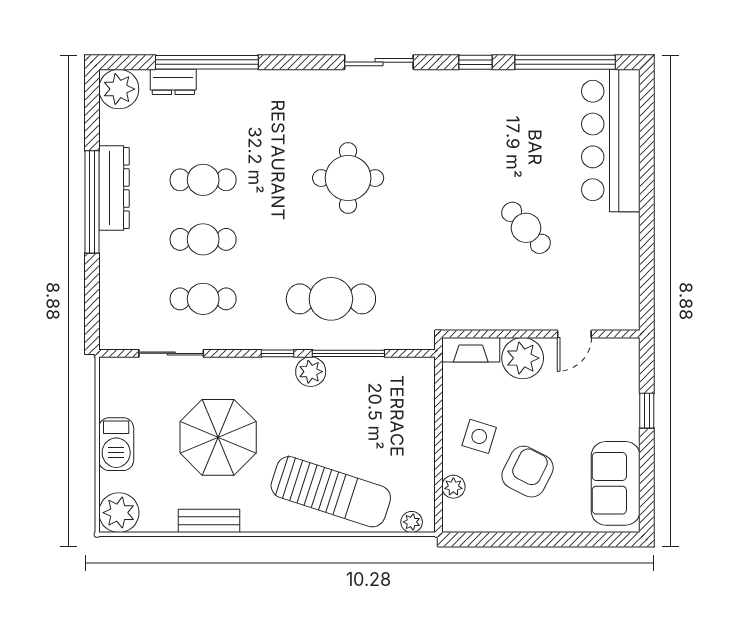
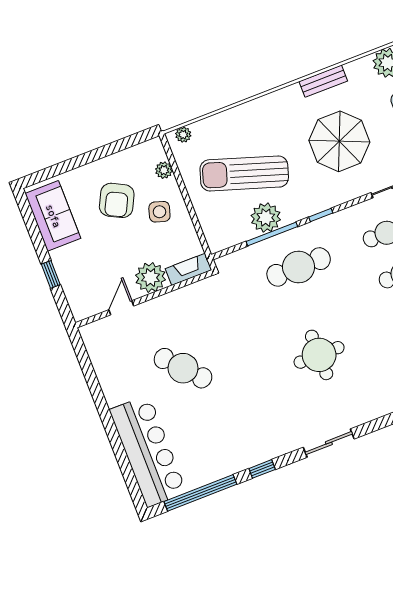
cafe table: (526, 228) -> (183, 368), width x1.37, depth x1.35
plant: (311, 372) -> (266, 218), moved, width x1.36, depth x1.36
sun lounger: (331, 492) -> (244, 173), moved

